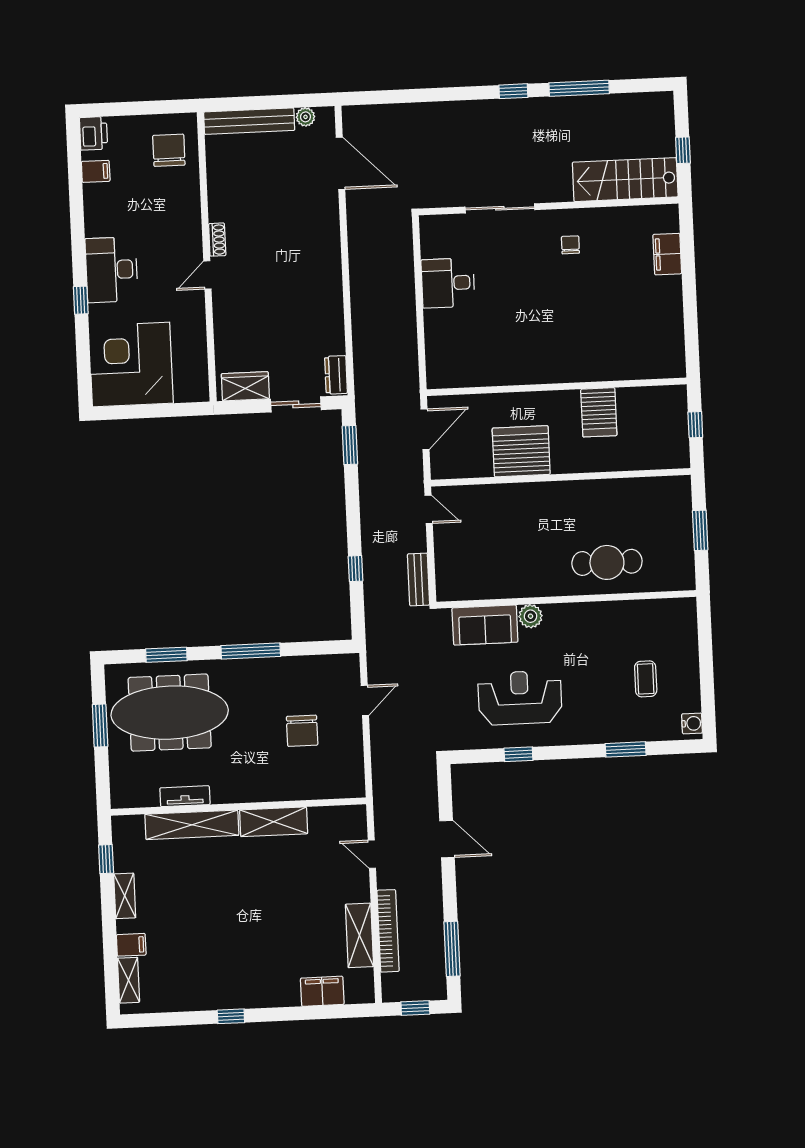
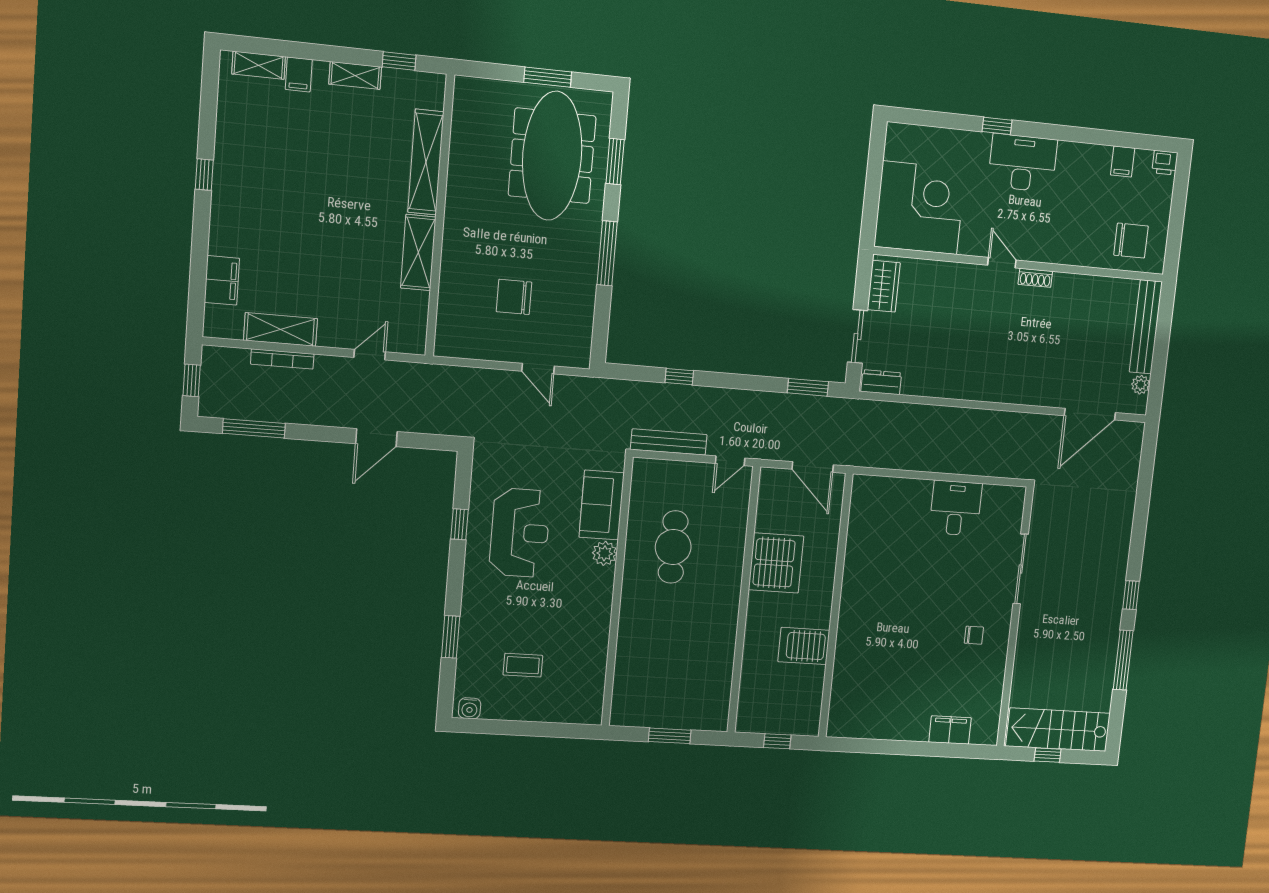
printer: (93, 133) -> (1165, 163), width x0.73, depth x0.81
stairs: (625, 180) -> (1058, 730), moved, turned -90
corner desk: (131, 364) -> (920, 208), moved
cafe table: (607, 562) -> (673, 547), moved
bench: (418, 579) -> (669, 442), width x1.36
tv unit: (185, 796) -> (458, 159), removed
bookcase: (388, 931) -> (282, 359), width x0.68, depth x0.76

